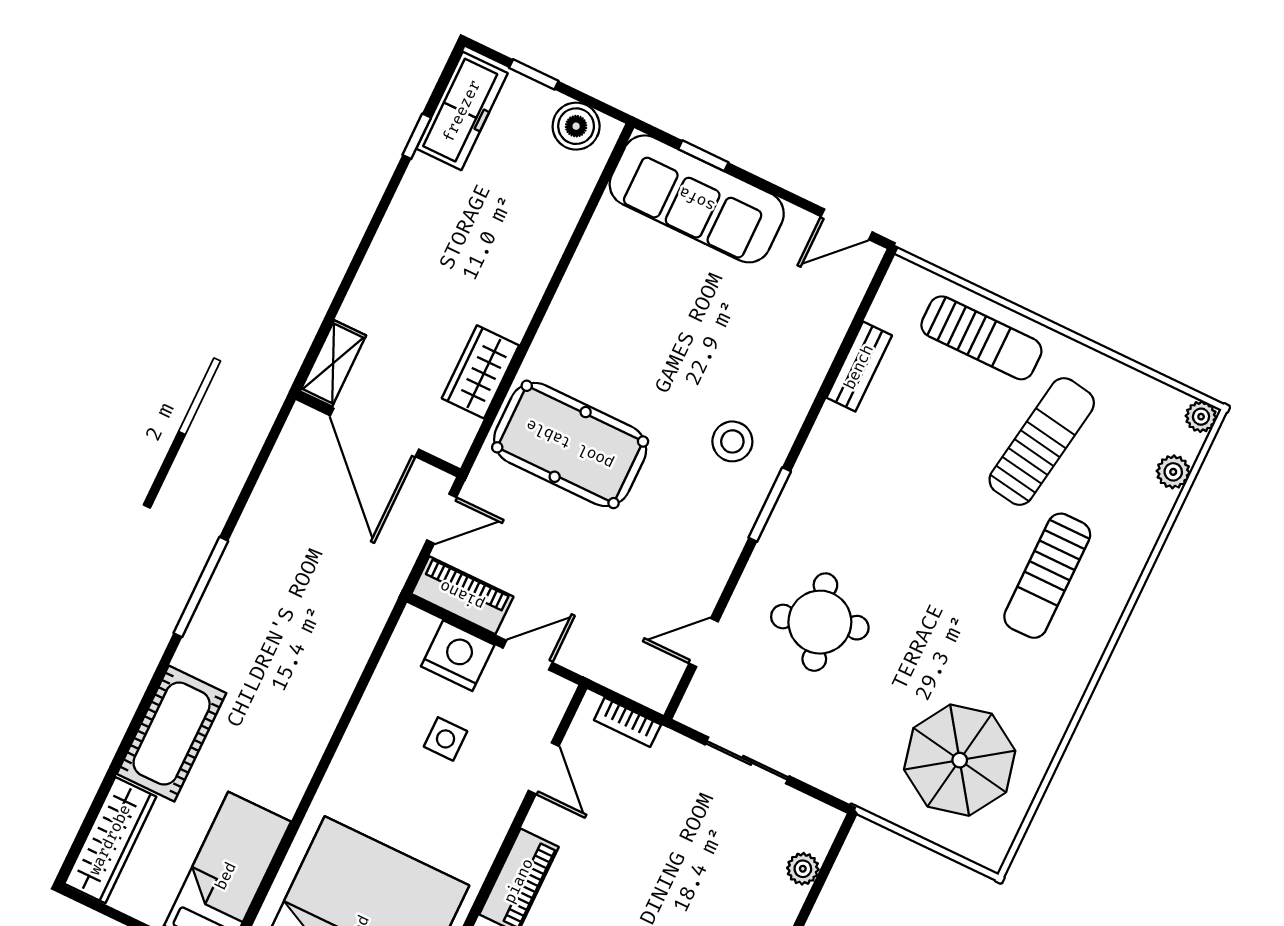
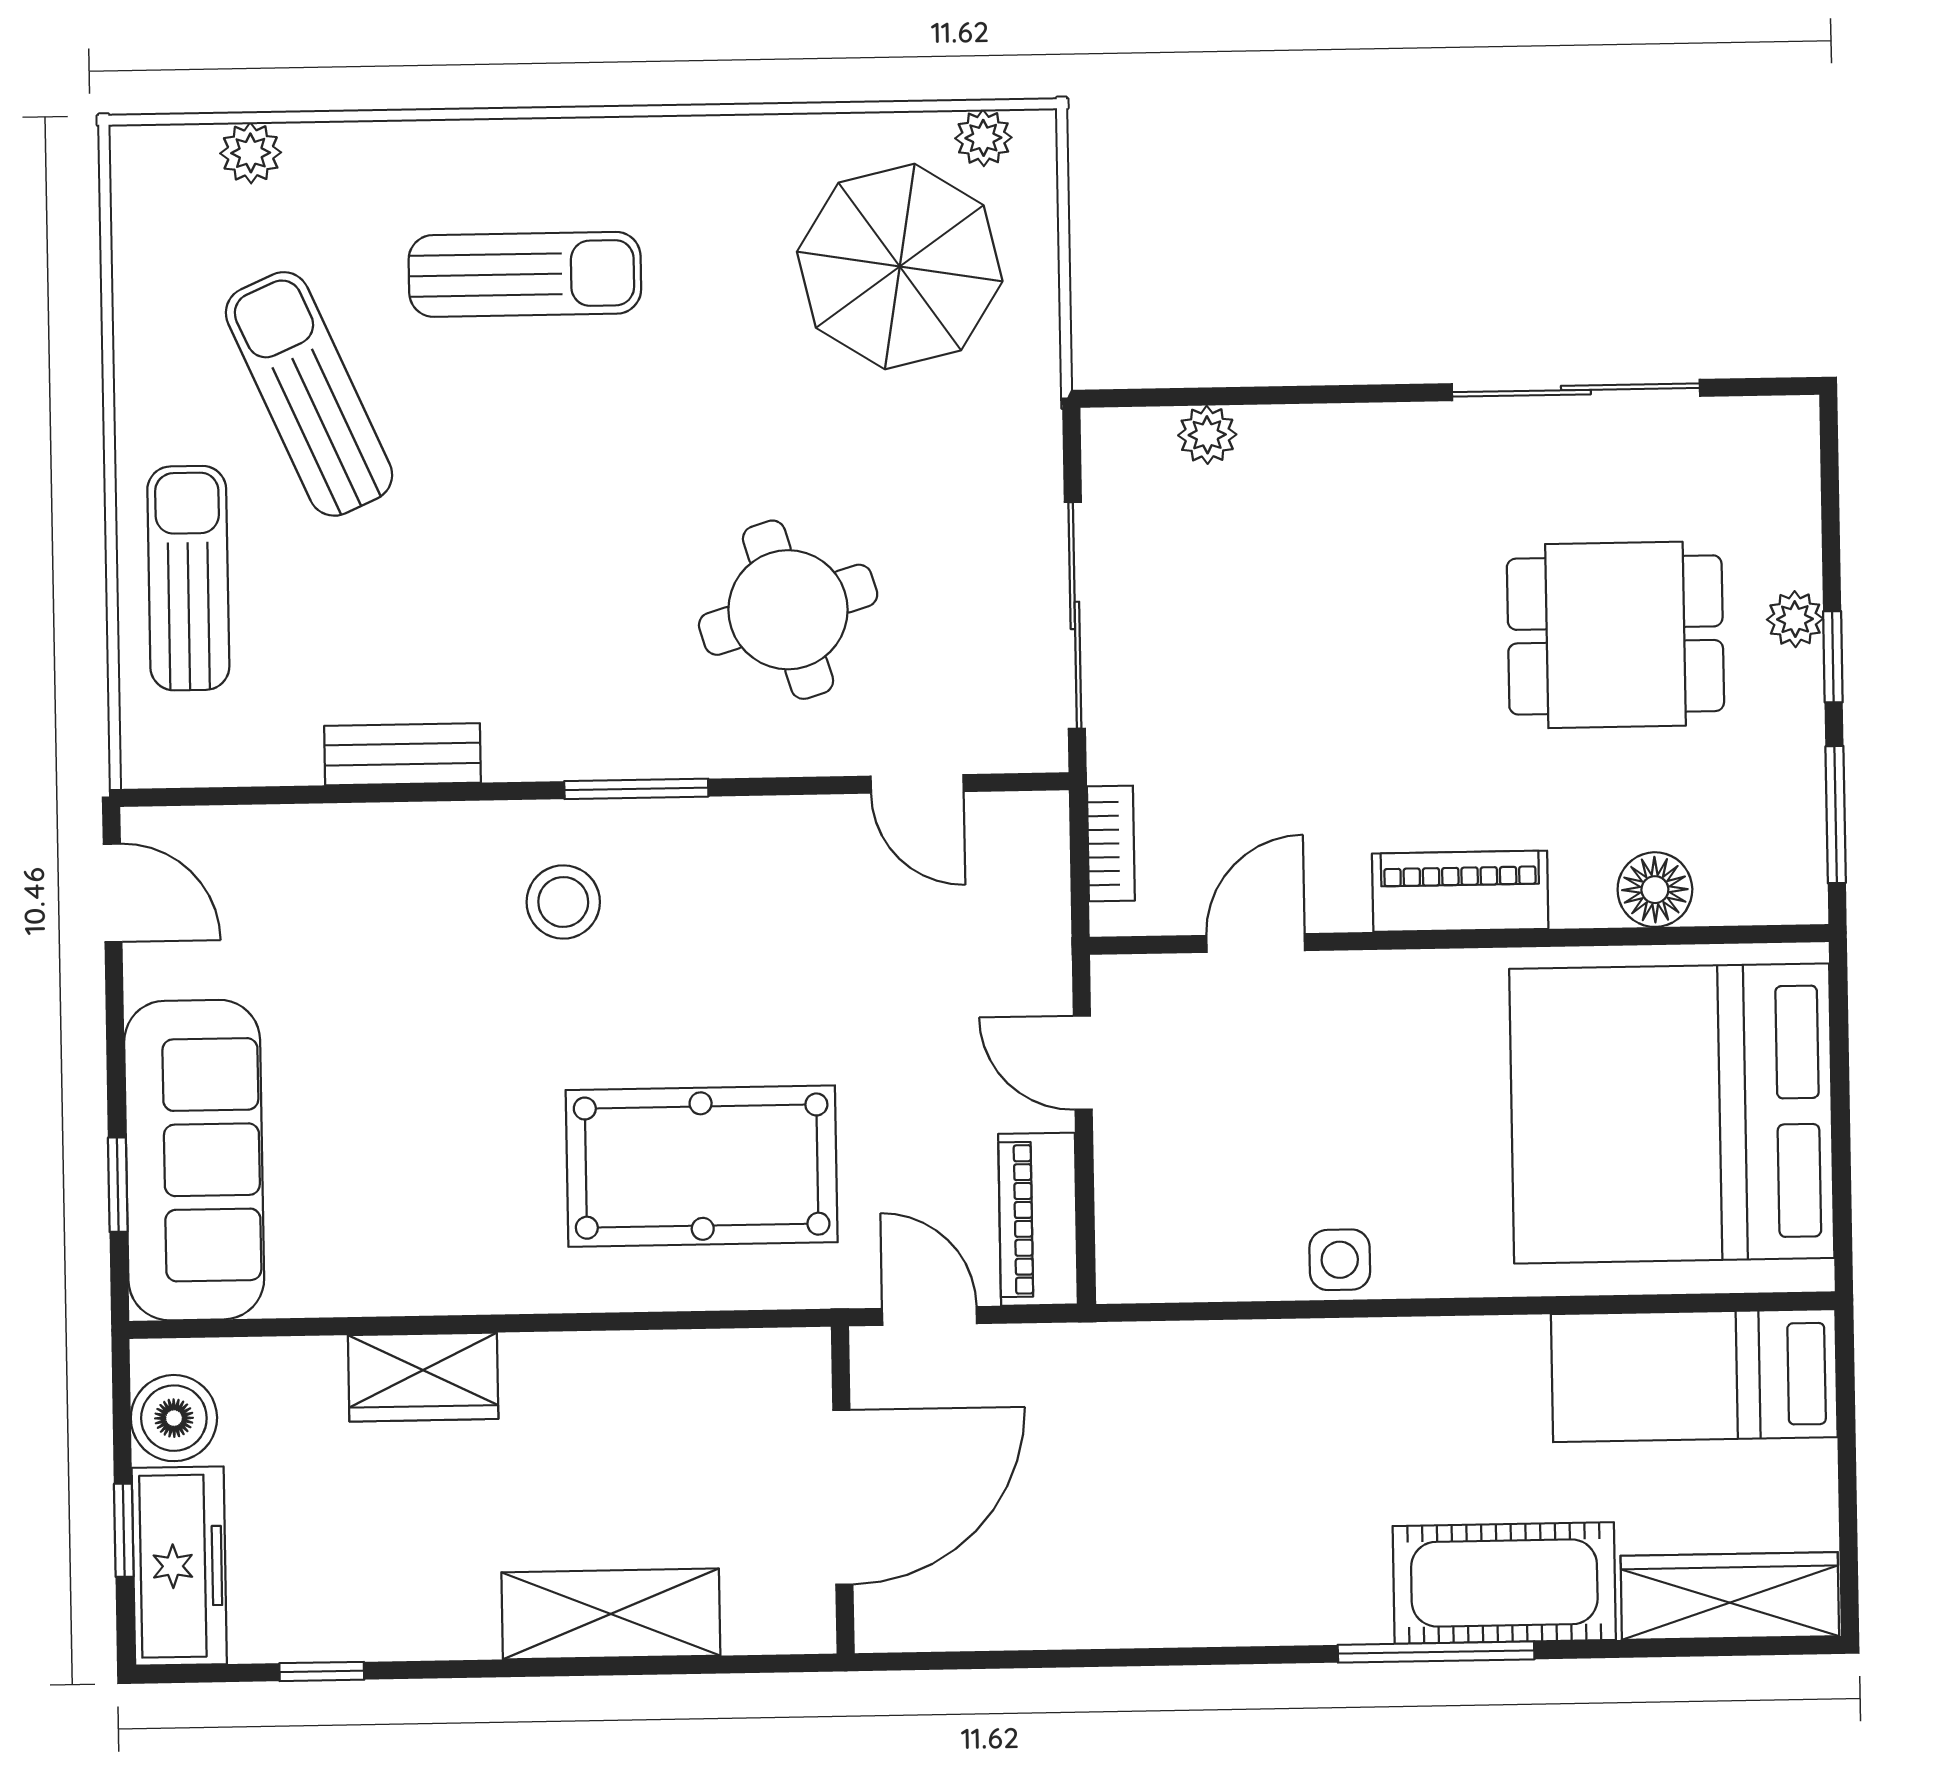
freezer: (462, 111) -> (179, 1566), moved, turned 90
shelving: (333, 363) -> (611, 1614), moved, width x1.50, depth x1.33
bench: (859, 367) -> (402, 754), moved
wardrobe: (480, 372) -> (423, 1377), moved
plant: (1201, 417) -> (983, 138), moved
sun lounger: (1042, 441) -> (309, 394), turned 57
pool table: (570, 444) -> (702, 1166), turned 90
window: (201, 587) -> (1436, 1652), moved
nightstand: (458, 656) -> (1141, 1177), removed
side table: (446, 739) -> (1340, 1260), moved
sliding door: (747, 760) -> (1075, 615), width x1.37

